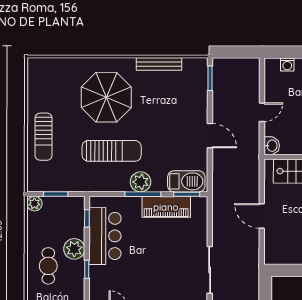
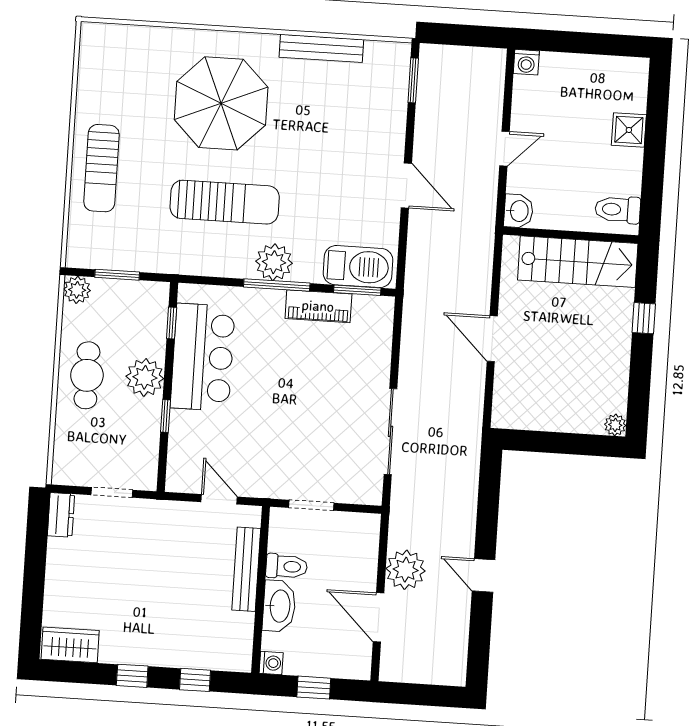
washing machine: (287, 65) -> (526, 62), moved
piano: (166, 207) -> (318, 306), width x0.73, depth x0.75
cafe table: (48, 266) -> (87, 375), moved

